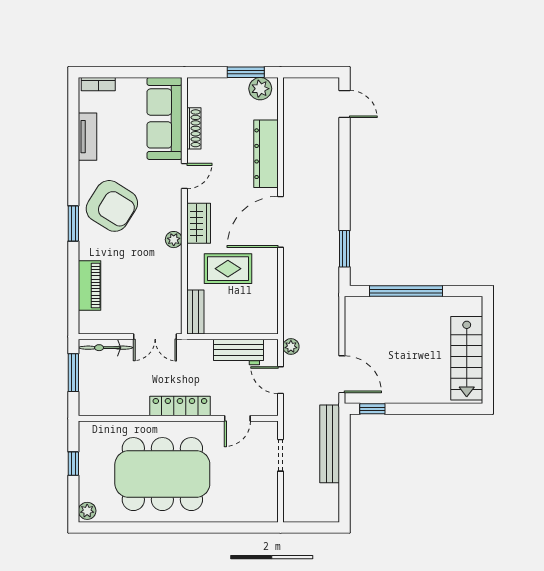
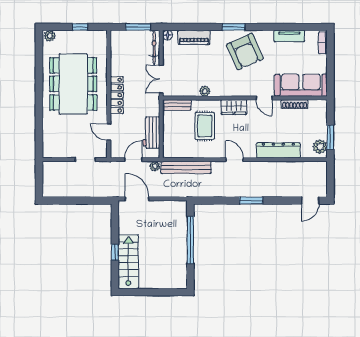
armchair: (112, 206) -> (245, 52), turned -56
door: (281, 222) -> (235, 160), width x0.53
plant: (174, 240) -> (205, 91), moved
window: (345, 249) -> (251, 201), moved
floor lamp: (86, 327) -> (168, 35), added
stairs: (467, 358) -> (128, 262), moved, turned 90
door: (342, 374) -> (137, 199), swing flipped
window: (372, 409) -> (115, 252), moved
bench: (330, 444) -> (186, 167), moved

